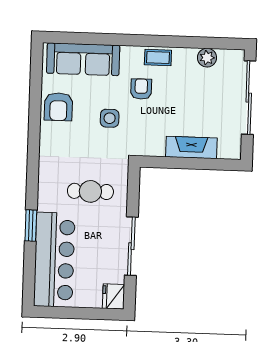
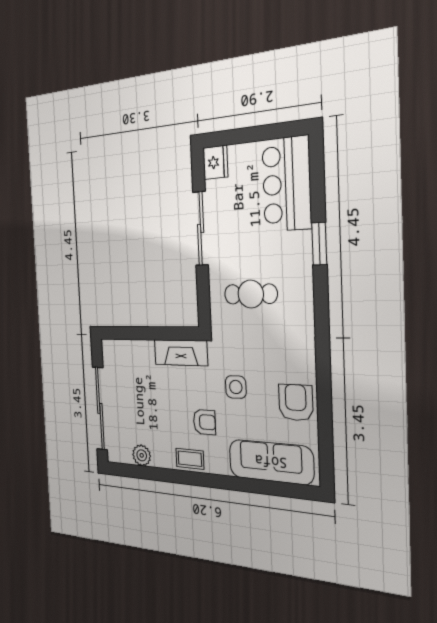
armchair: (141, 89) -> (204, 422), turned -90
fireplace: (191, 147) -> (181, 353), moved
bar counter: (54, 260) -> (287, 184), width x0.73

